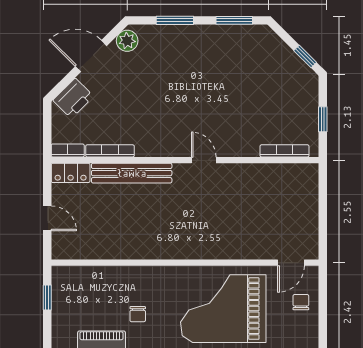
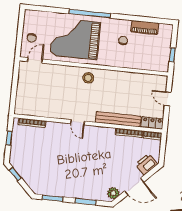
stool: (193, 241) -> (88, 78), added
grand piano: (223, 309) -> (75, 39), turned 180

